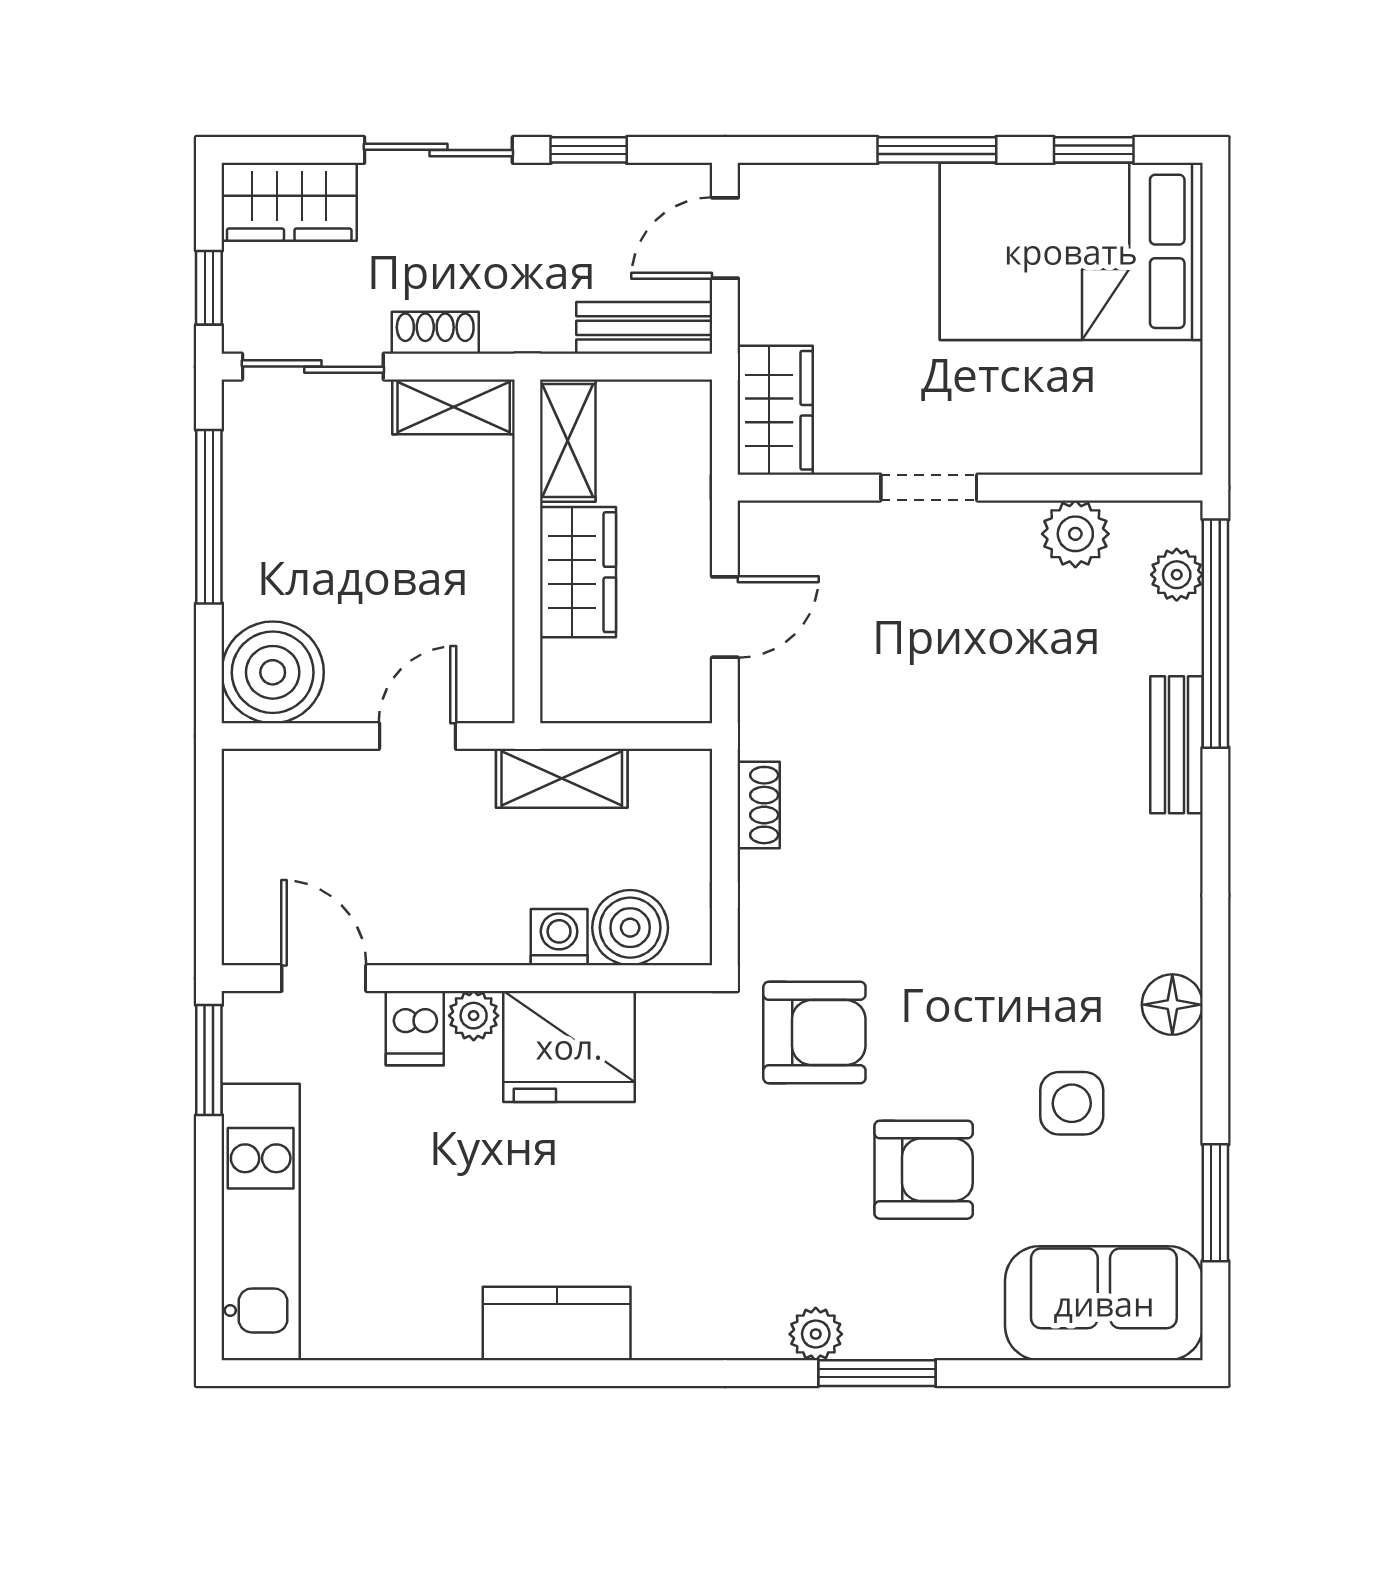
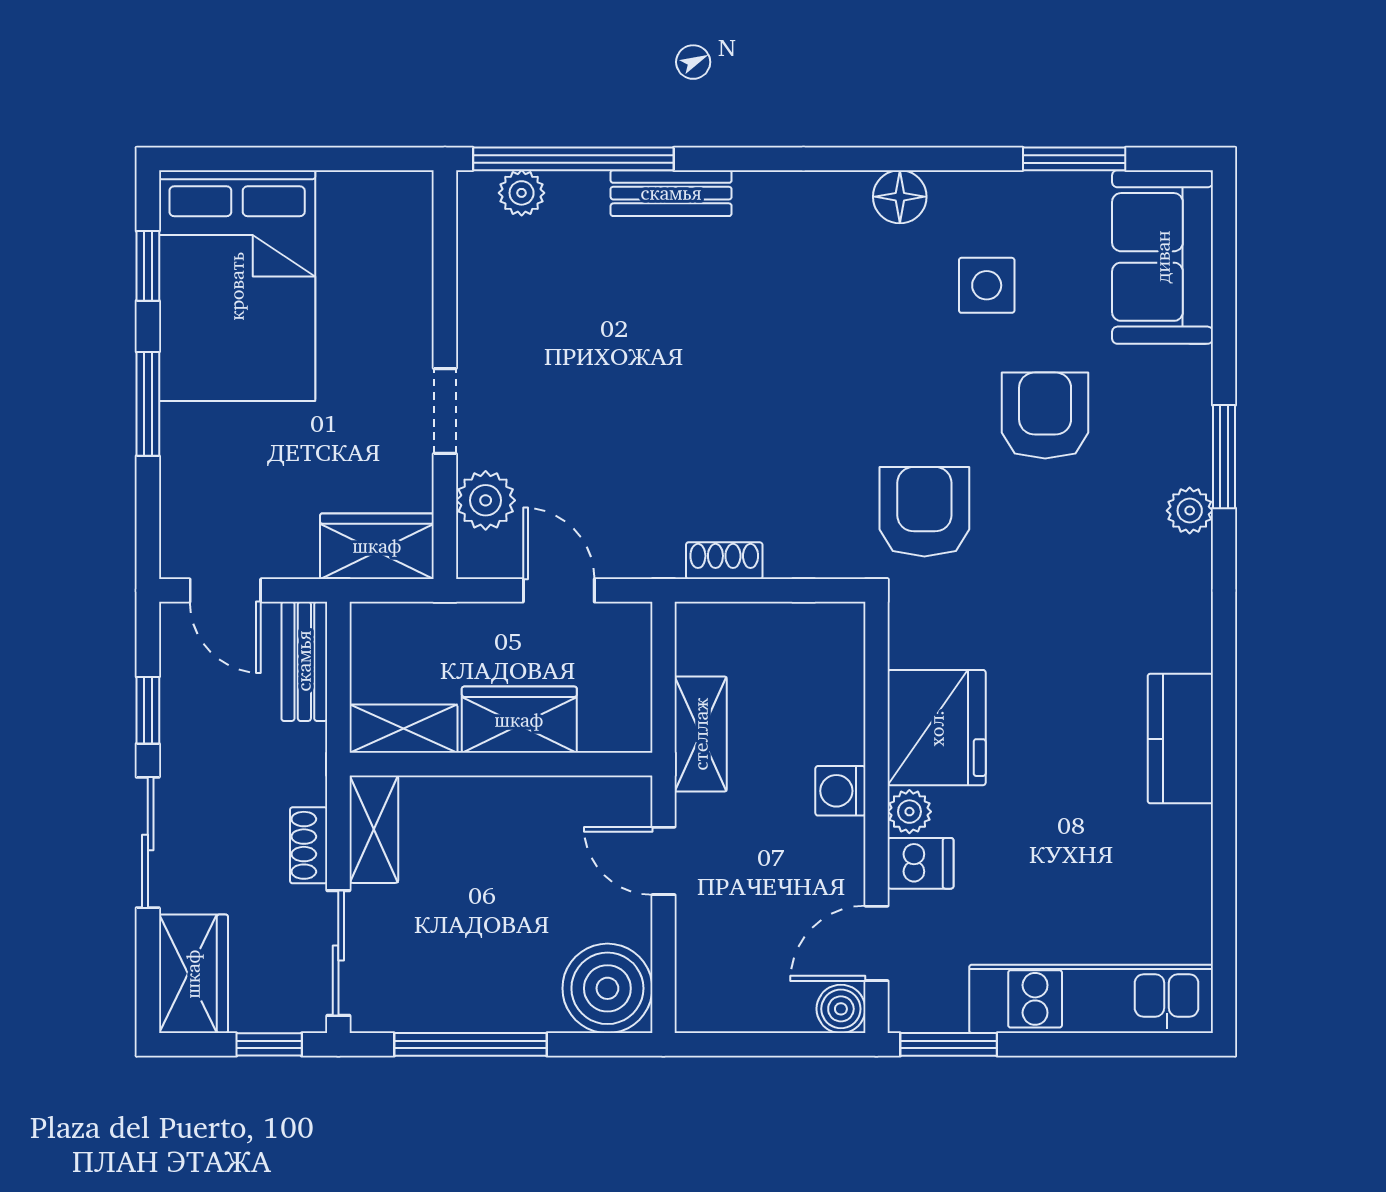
plant: (1075, 534) -> (486, 500), moved
boiler: (630, 928) -> (841, 1009), moved, width x0.73, depth x0.73
washing machine: (559, 937) -> (840, 791), moved

